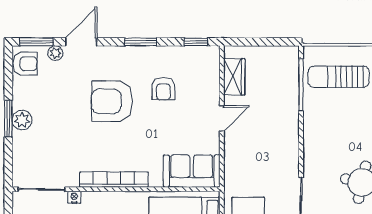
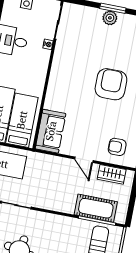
armchair: (163, 89) -> (117, 147), moved
cot: (284, 89) -> (96, 208), added
bookcase: (114, 180) -> (55, 75), removed

